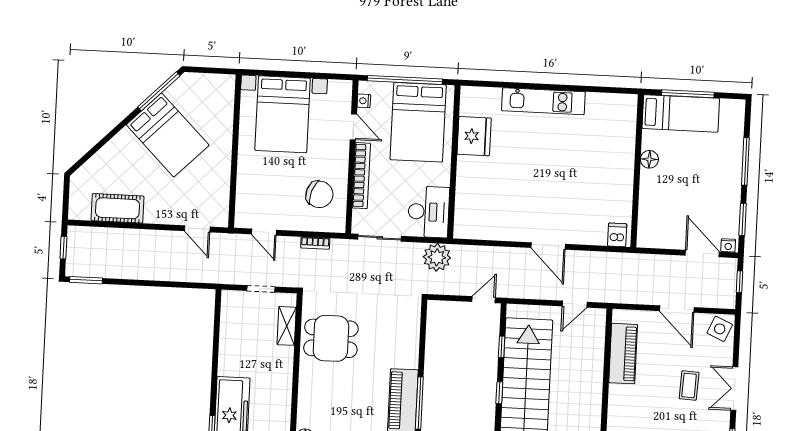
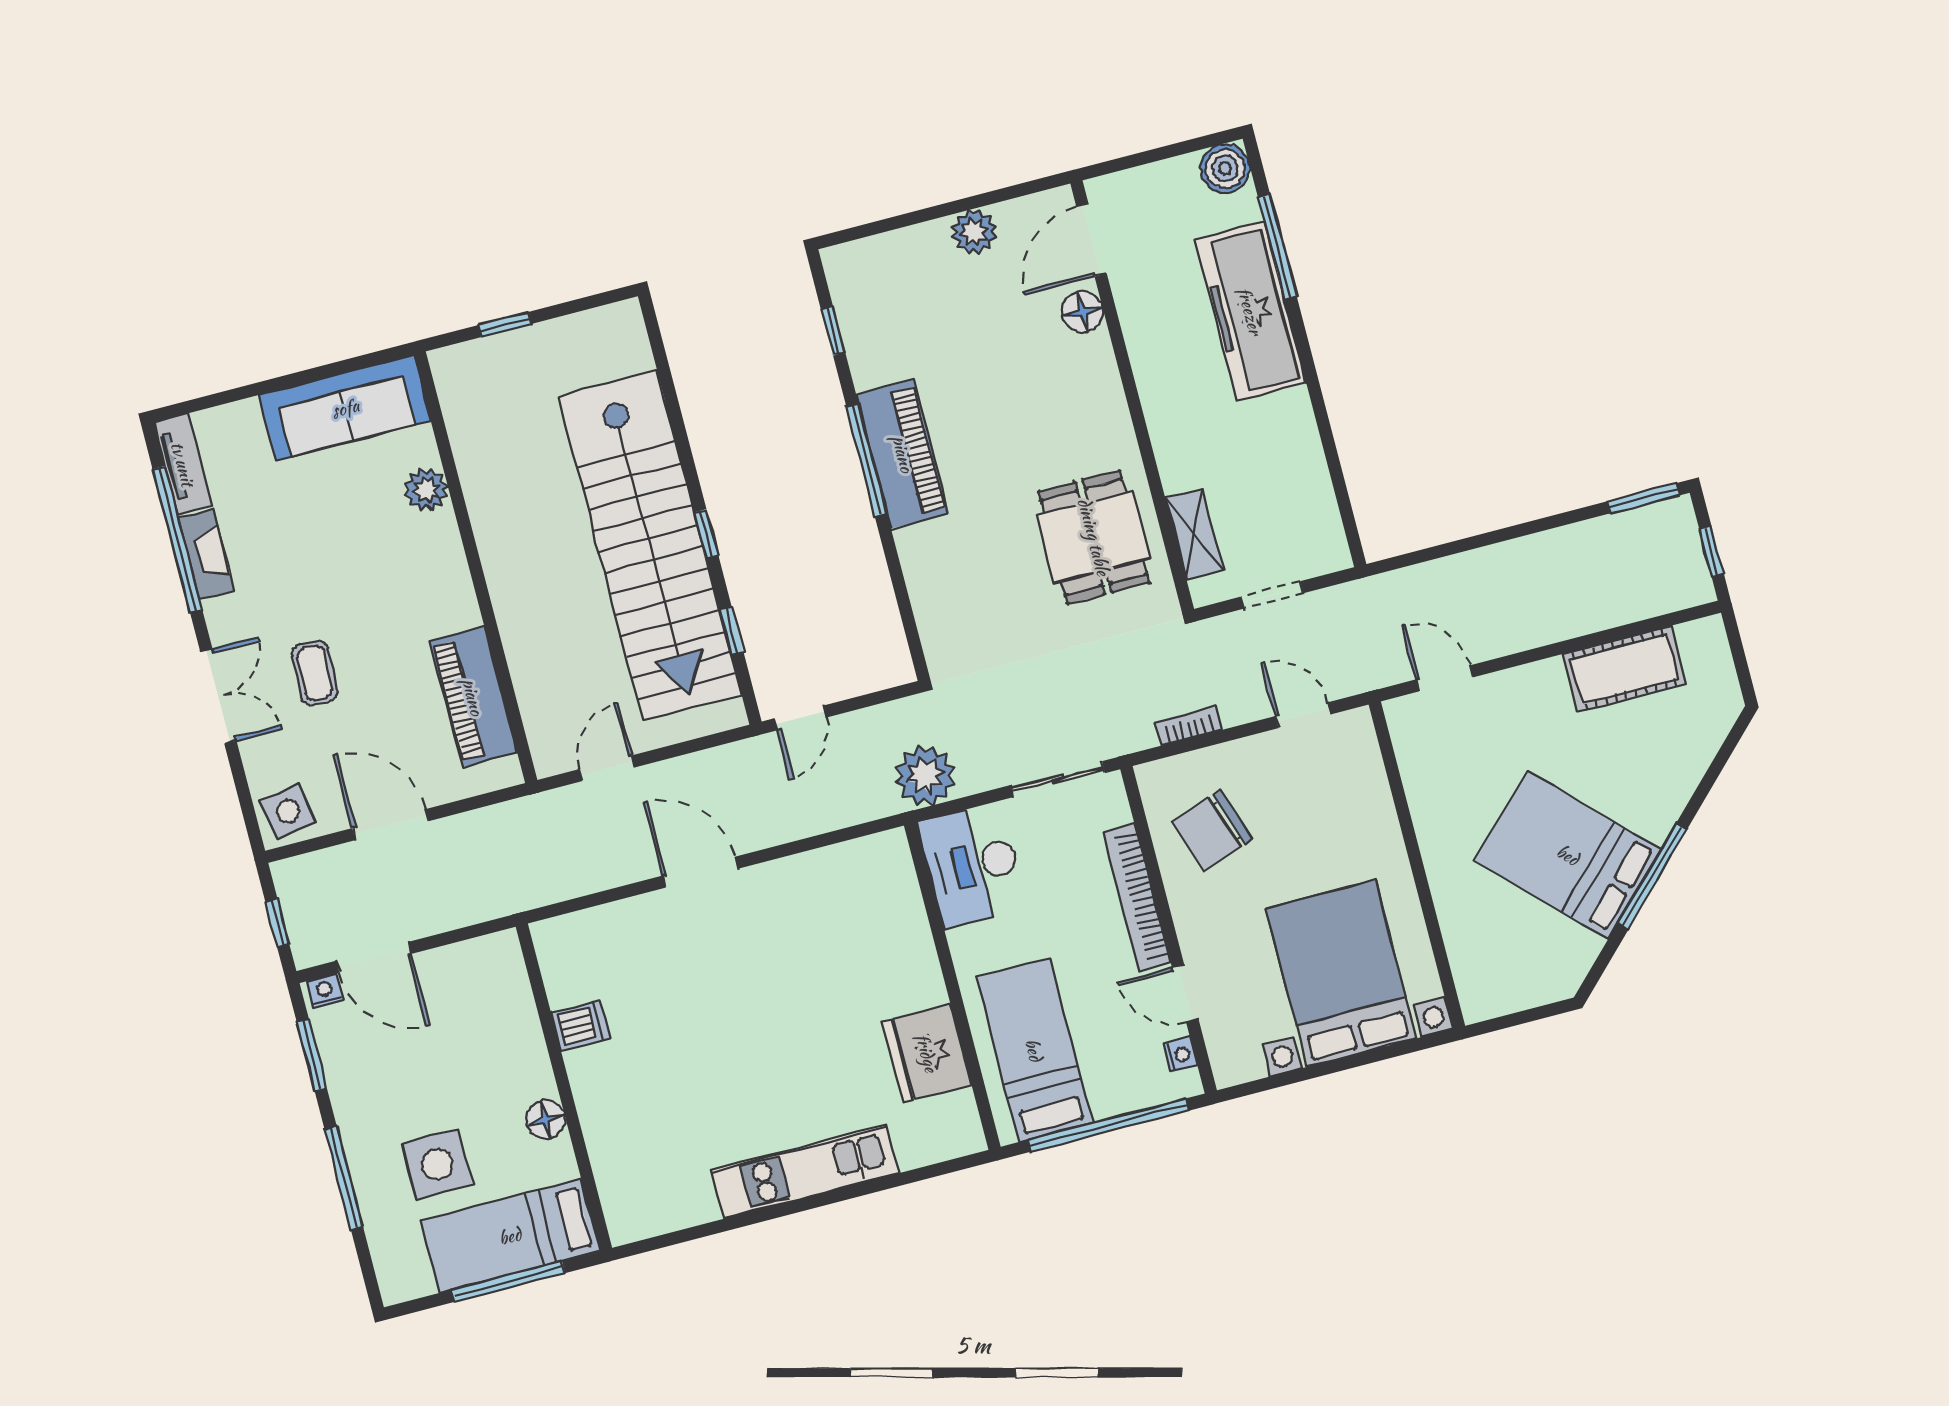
window: (159, 91) -> (1652, 877), moved
bed: (418, 122) -> (1034, 1050), width x0.67
side table: (703, 155) -> (437, 1164), added
chair: (319, 194) -> (1212, 830), turned -38
dishwasher: (617, 235) -> (581, 1026), moved, turned -90
side table: (720, 329) -> (288, 811), turned -34
dining table: (331, 338) -> (1094, 537), turned 90

